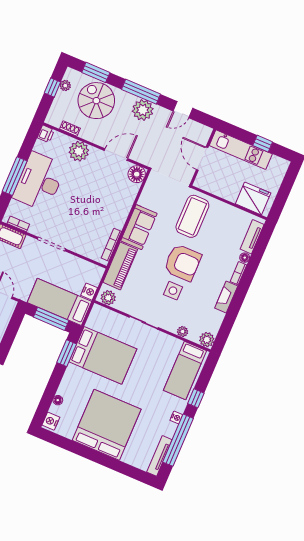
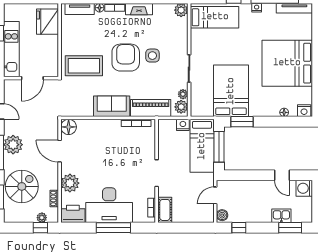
plant: (65, 86) -> (42, 218), moved
window: (52, 88) -> (40, 228), moved
spiral stairs: (96, 101) -> (22, 186), turned 180
printer: (46, 134) -> (73, 214), width x1.87, depth x1.48
plant: (183, 332) -> (183, 94), moved

